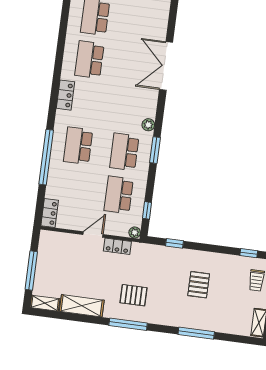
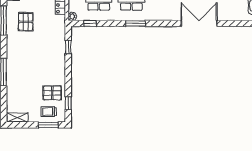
plant: (148, 125) -> (154, 16), removed
pallet: (199, 285) -> (52, 93), moved

